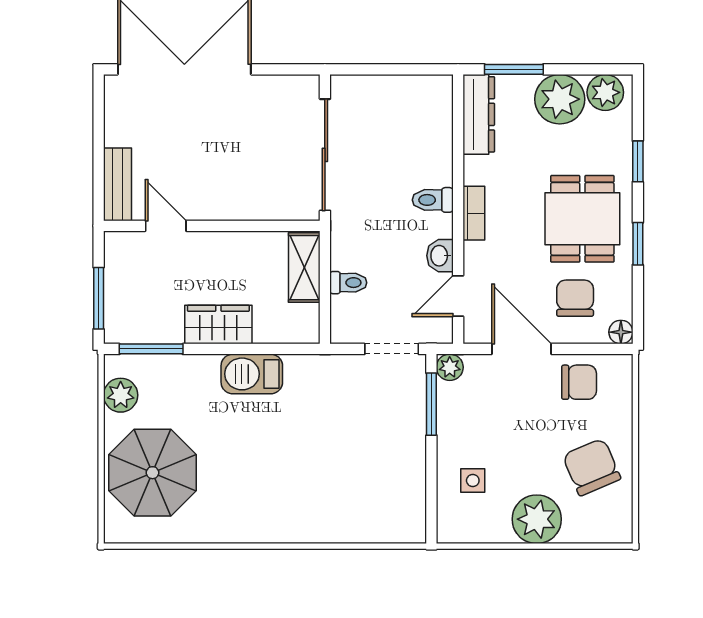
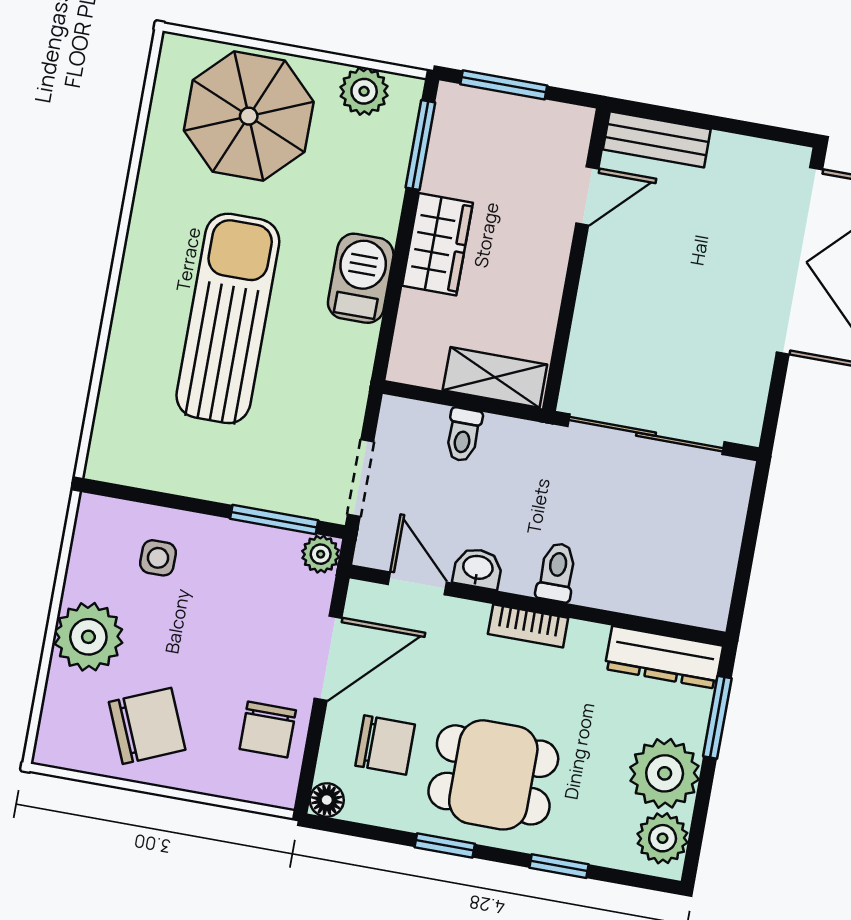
sun lounger: (297, 462) -> (228, 318), added

